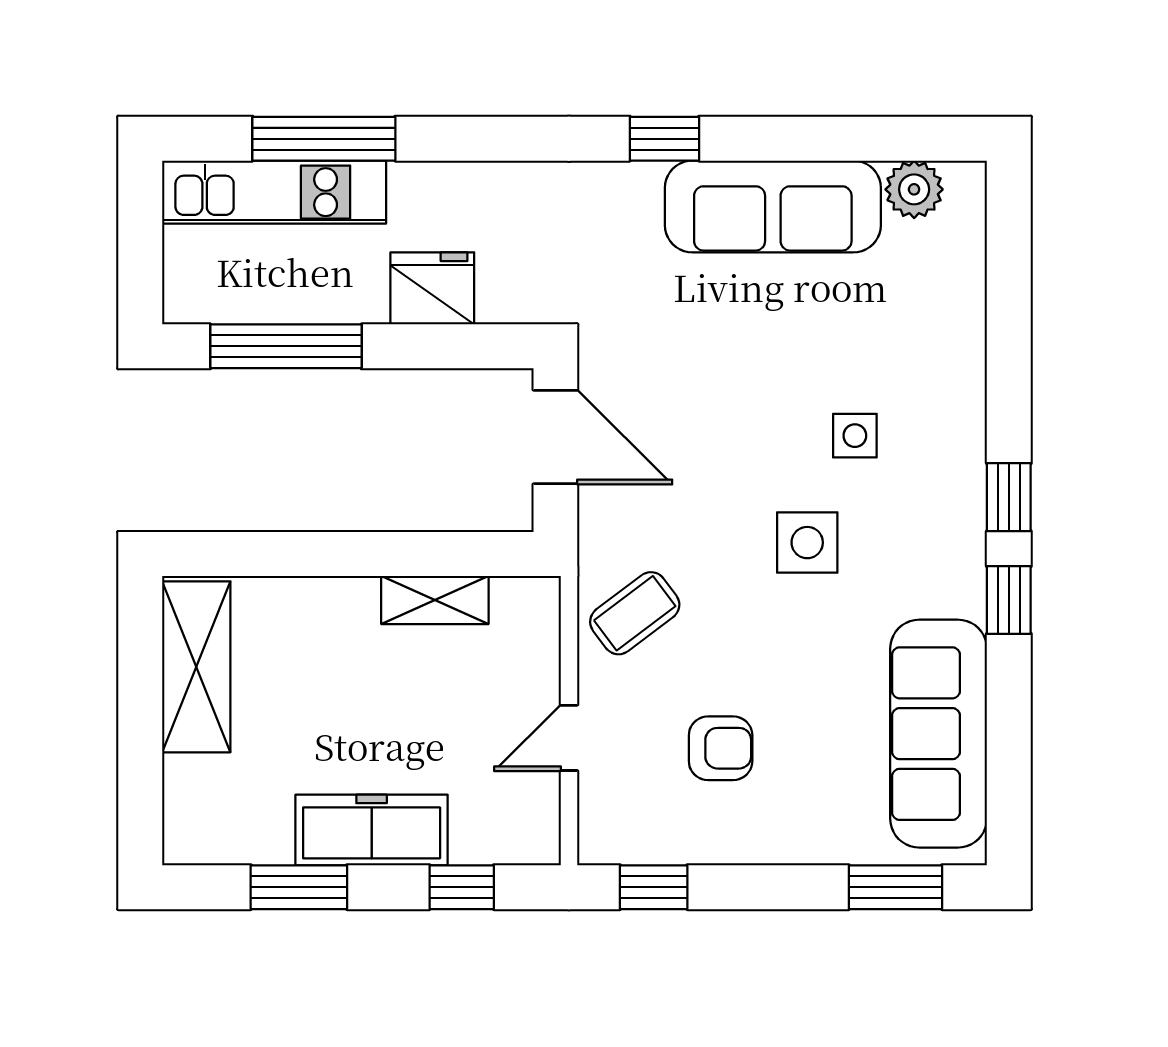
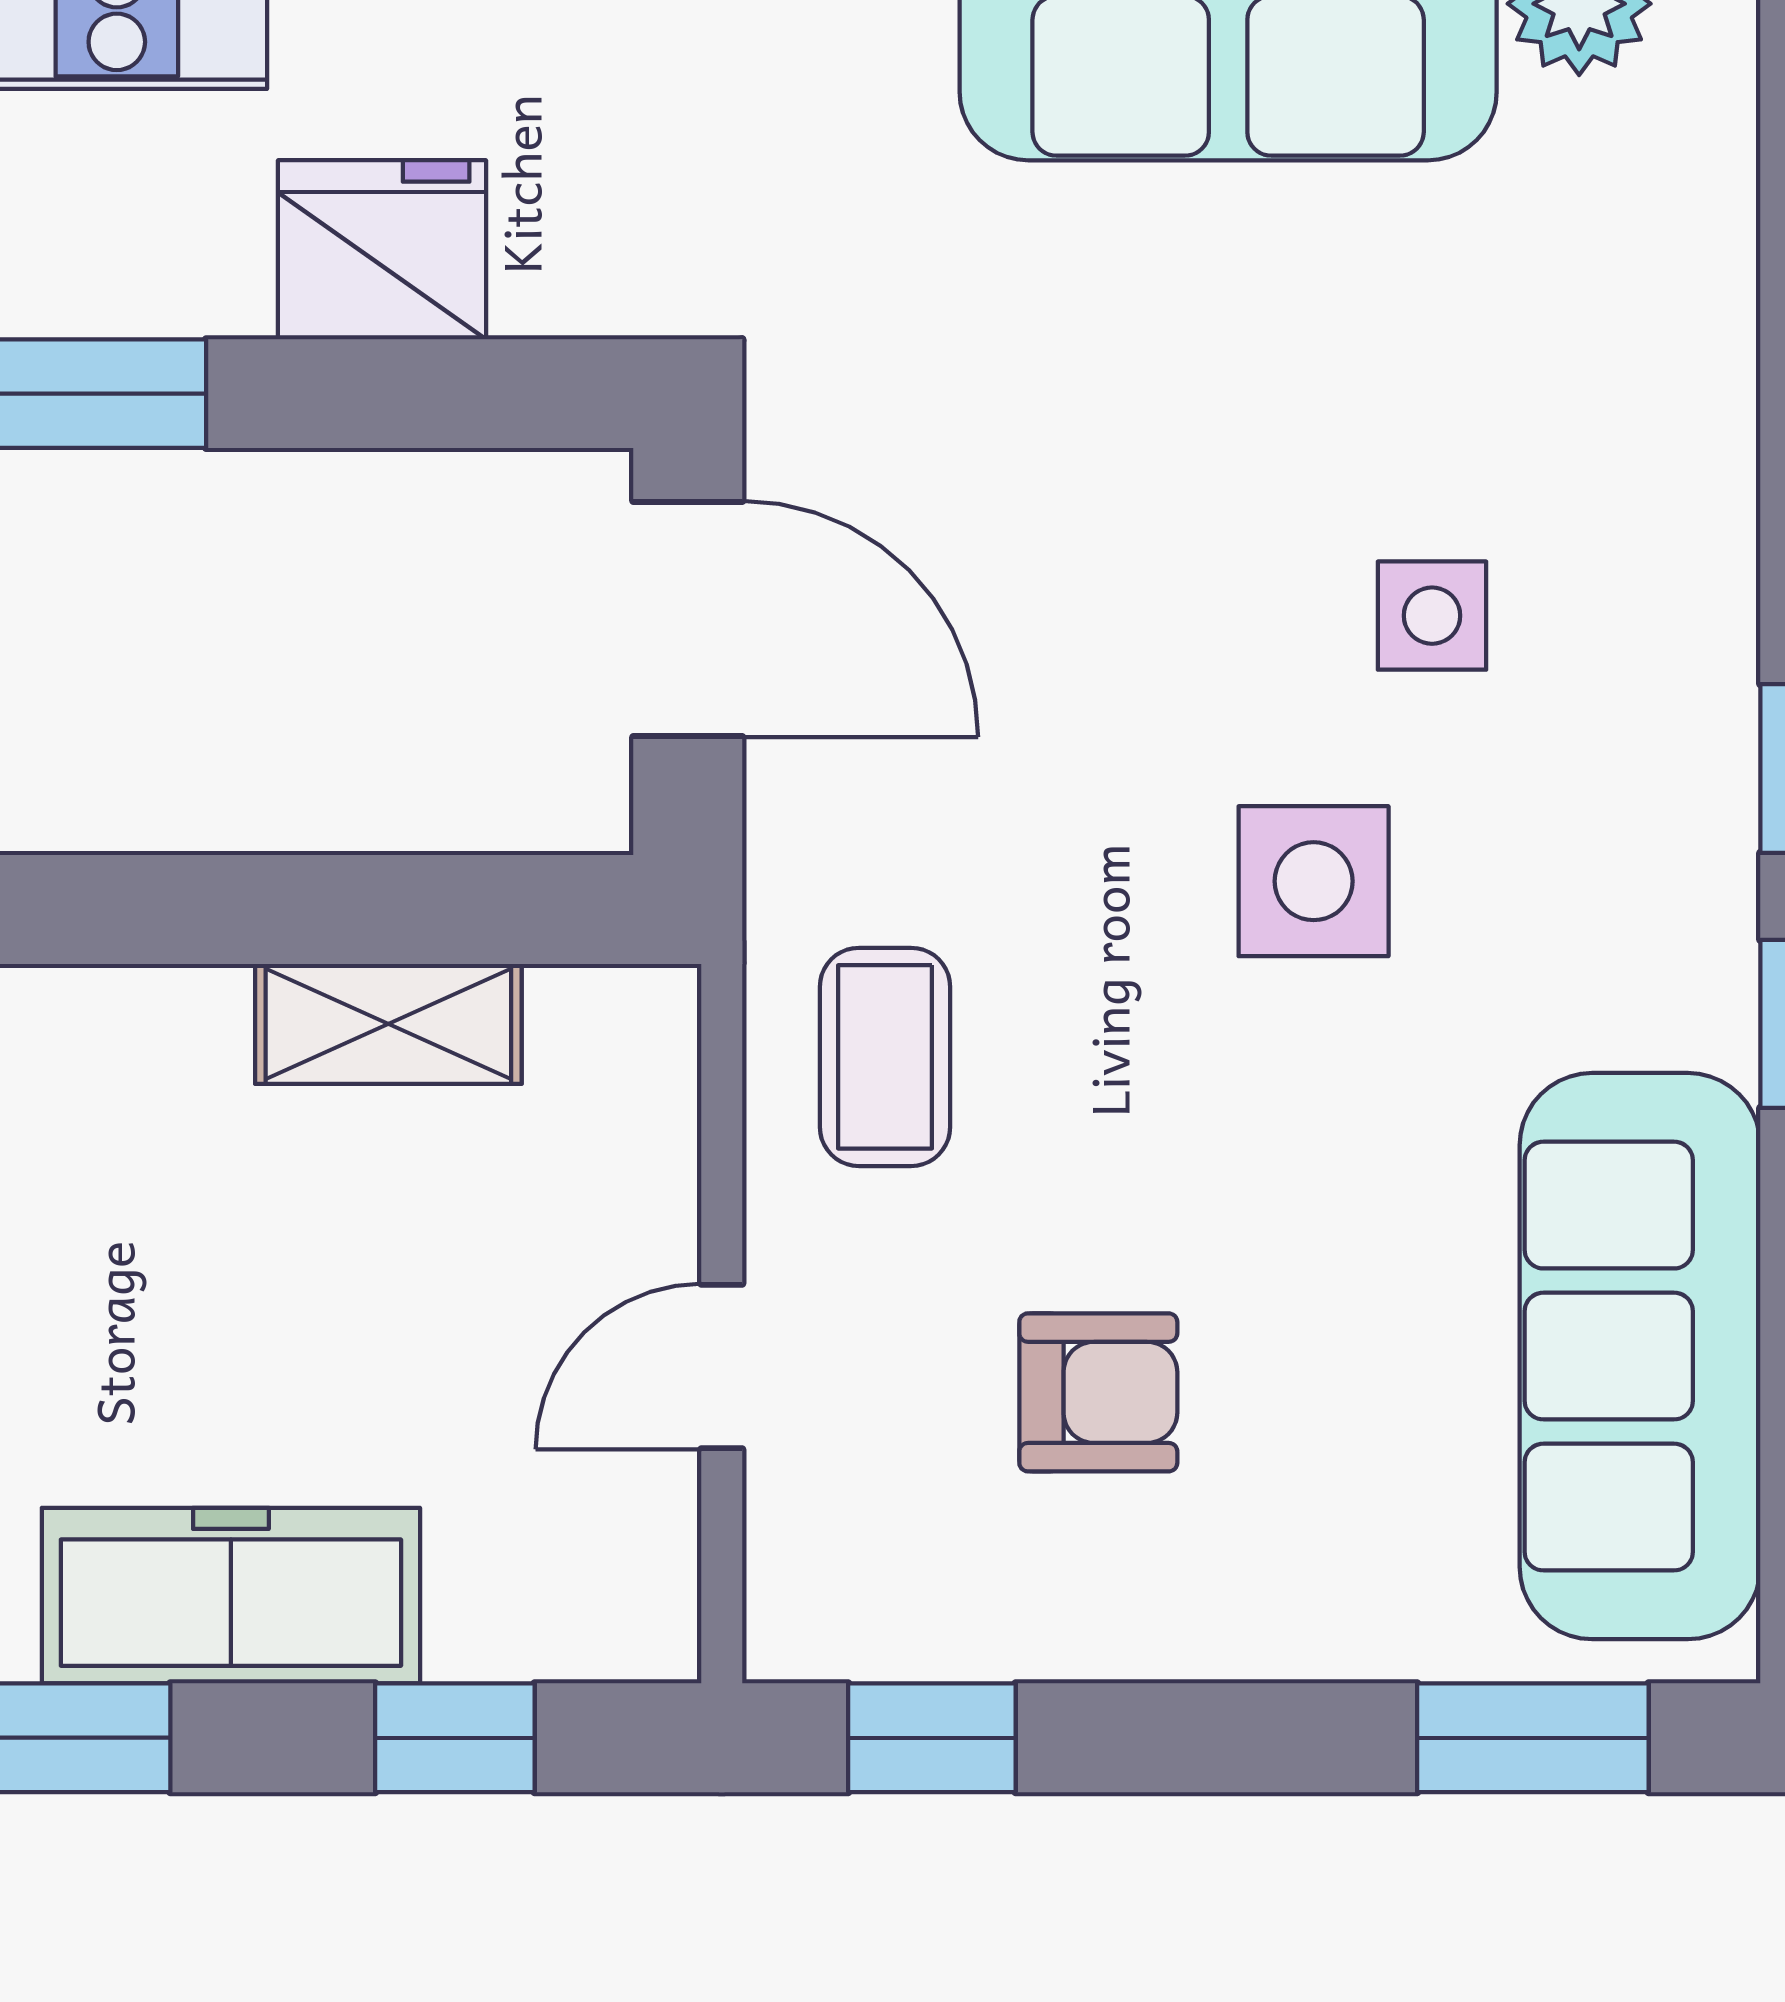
coffee table: (635, 613) -> (885, 1057), turned -53

